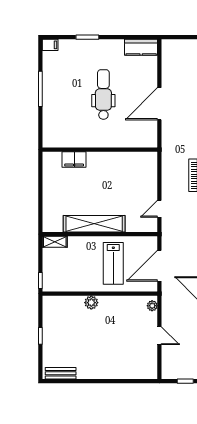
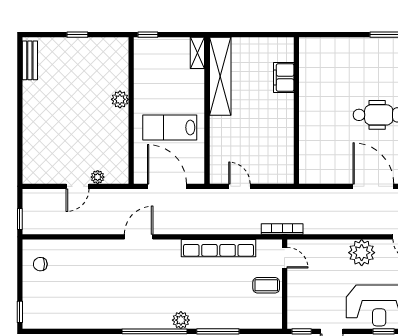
wall: (100, 150) -> (296, 110), moved
filing cabinet: (74, 159) -> (284, 78), moved
shelving: (94, 224) -> (220, 76), moved
plant: (152, 306) -> (98, 177), moved

